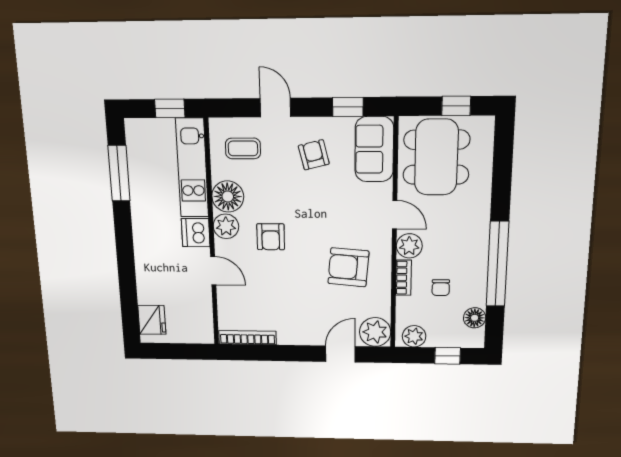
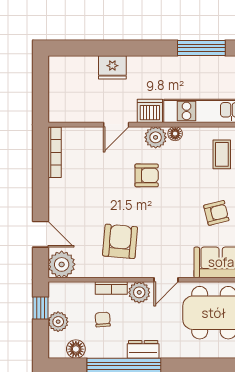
floor lamp: (228, 197) -> (175, 134), width x0.53, depth x0.53
armchair: (271, 237) -> (147, 175), turned 180
dresser: (478, 242) -> (143, 349), added
chair: (441, 288) -> (103, 320), turned 86
fridge: (152, 320) -> (112, 67), moved
plant: (414, 336) -> (58, 322), moved
window: (448, 356) -> (41, 308), moved

